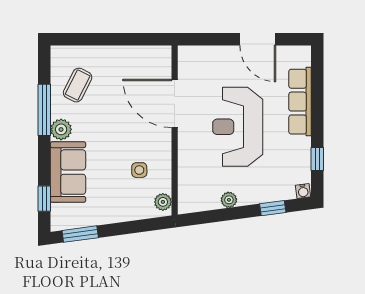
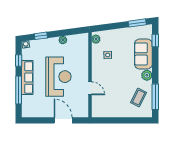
door: (258, 39) -> (63, 120), moved
window: (317, 100) -> (19, 90), added
row of seats: (300, 102) -> (27, 77), moved
door: (175, 103) -> (90, 88), width x0.53
window: (44, 110) -> (155, 97), moved

